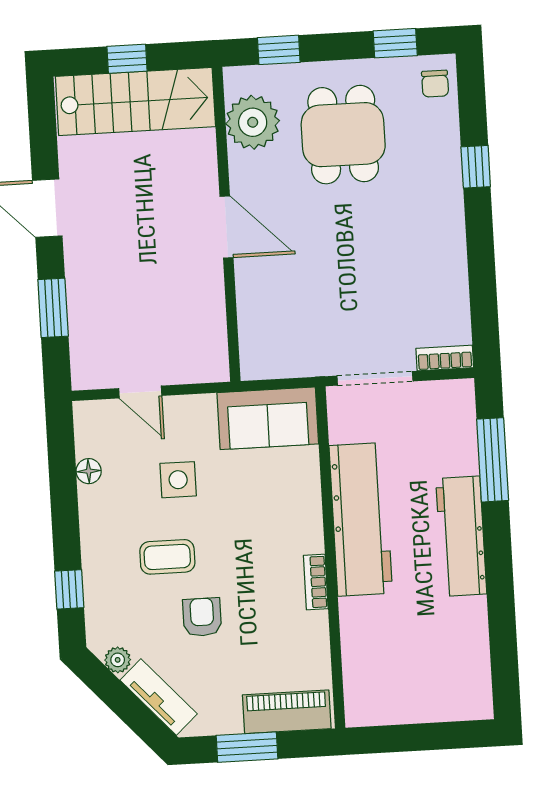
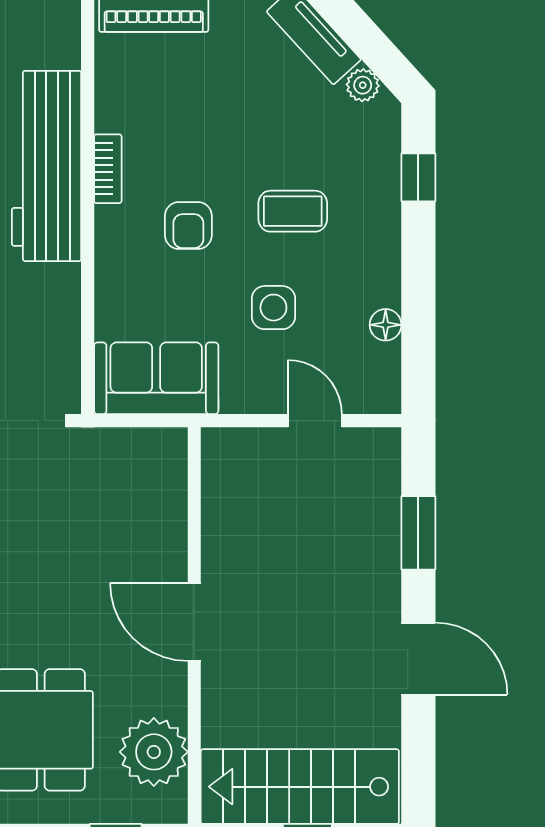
workbench: (361, 519) -> (47, 166), moved
armchair: (202, 617) -> (188, 225), moved

